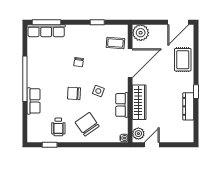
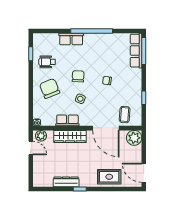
chair: (87, 124) -> (50, 88), turned -77

